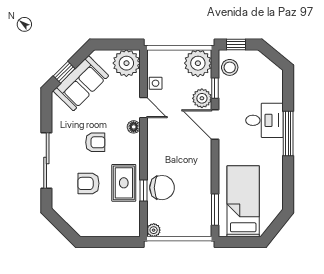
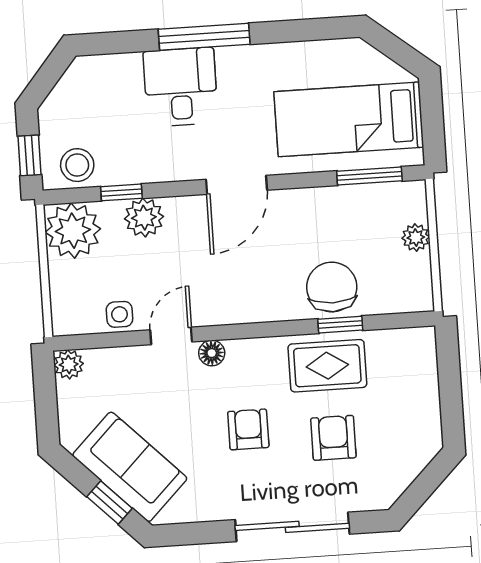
plant: (126, 63) -> (69, 364), width x0.53, depth x0.53
door: (215, 124) -> (237, 185), moved
armchair: (88, 183) -> (333, 438), turned 180
plant: (154, 230) -> (416, 237), moved

